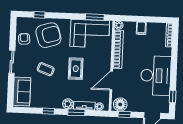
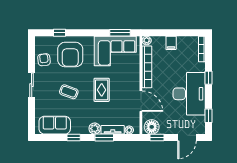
armchair: (48, 35) -> (70, 55), turned 107
window: (174, 62) -> (209, 78), added
door: (111, 80) -> (141, 101), swing flipped
sofa: (22, 91) -> (55, 125), moved, turned -90

